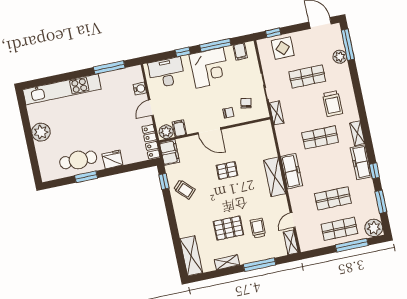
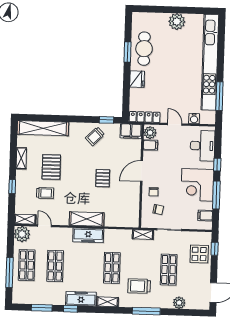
window: (348, 45) -> (146, 311), moved
kitchen unit: (62, 89) -> (210, 62), width x1.36
plant: (374, 228) -> (22, 234), moved
shelving: (191, 256) -> (43, 128), width x1.47
window: (259, 265) -> (12, 187), width x0.46

